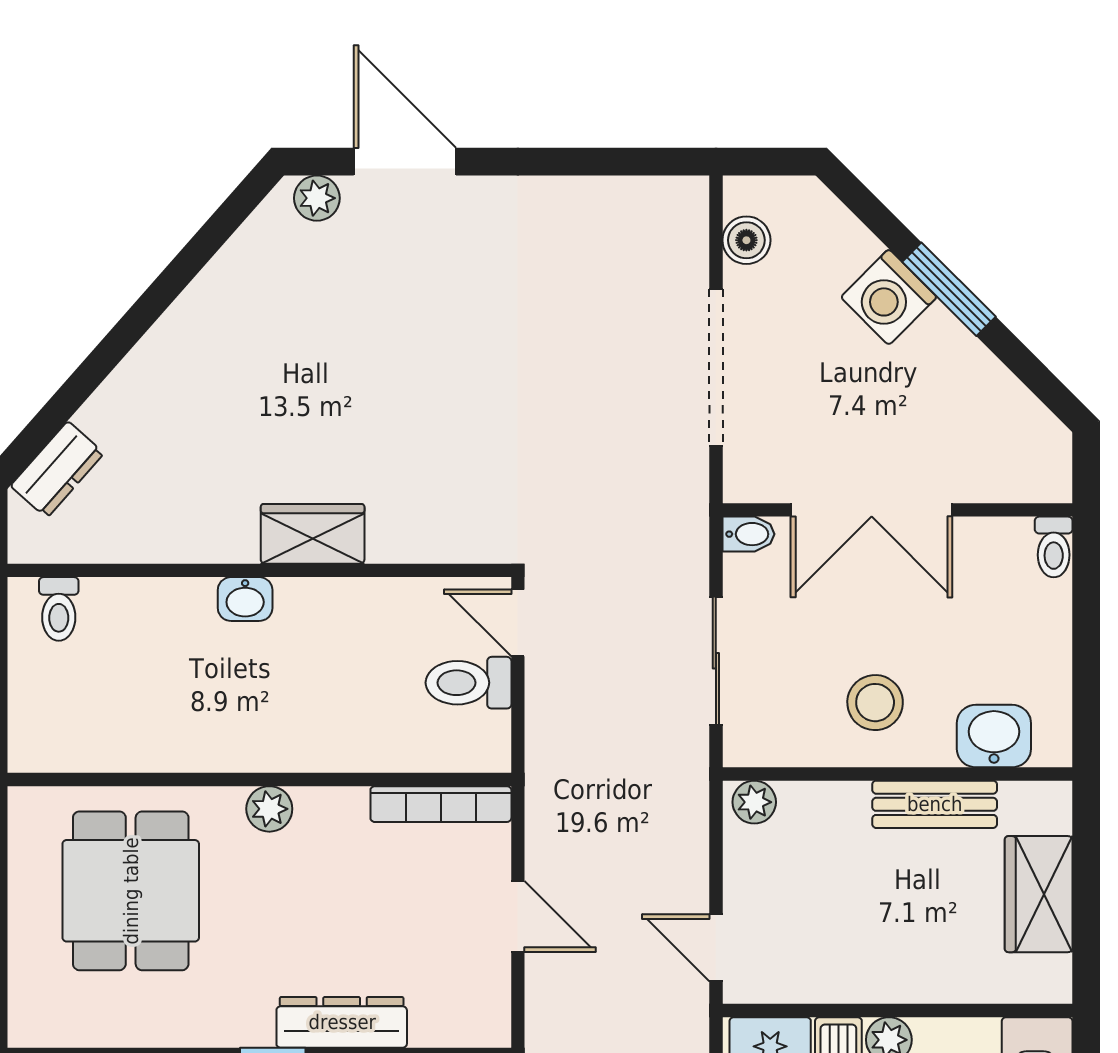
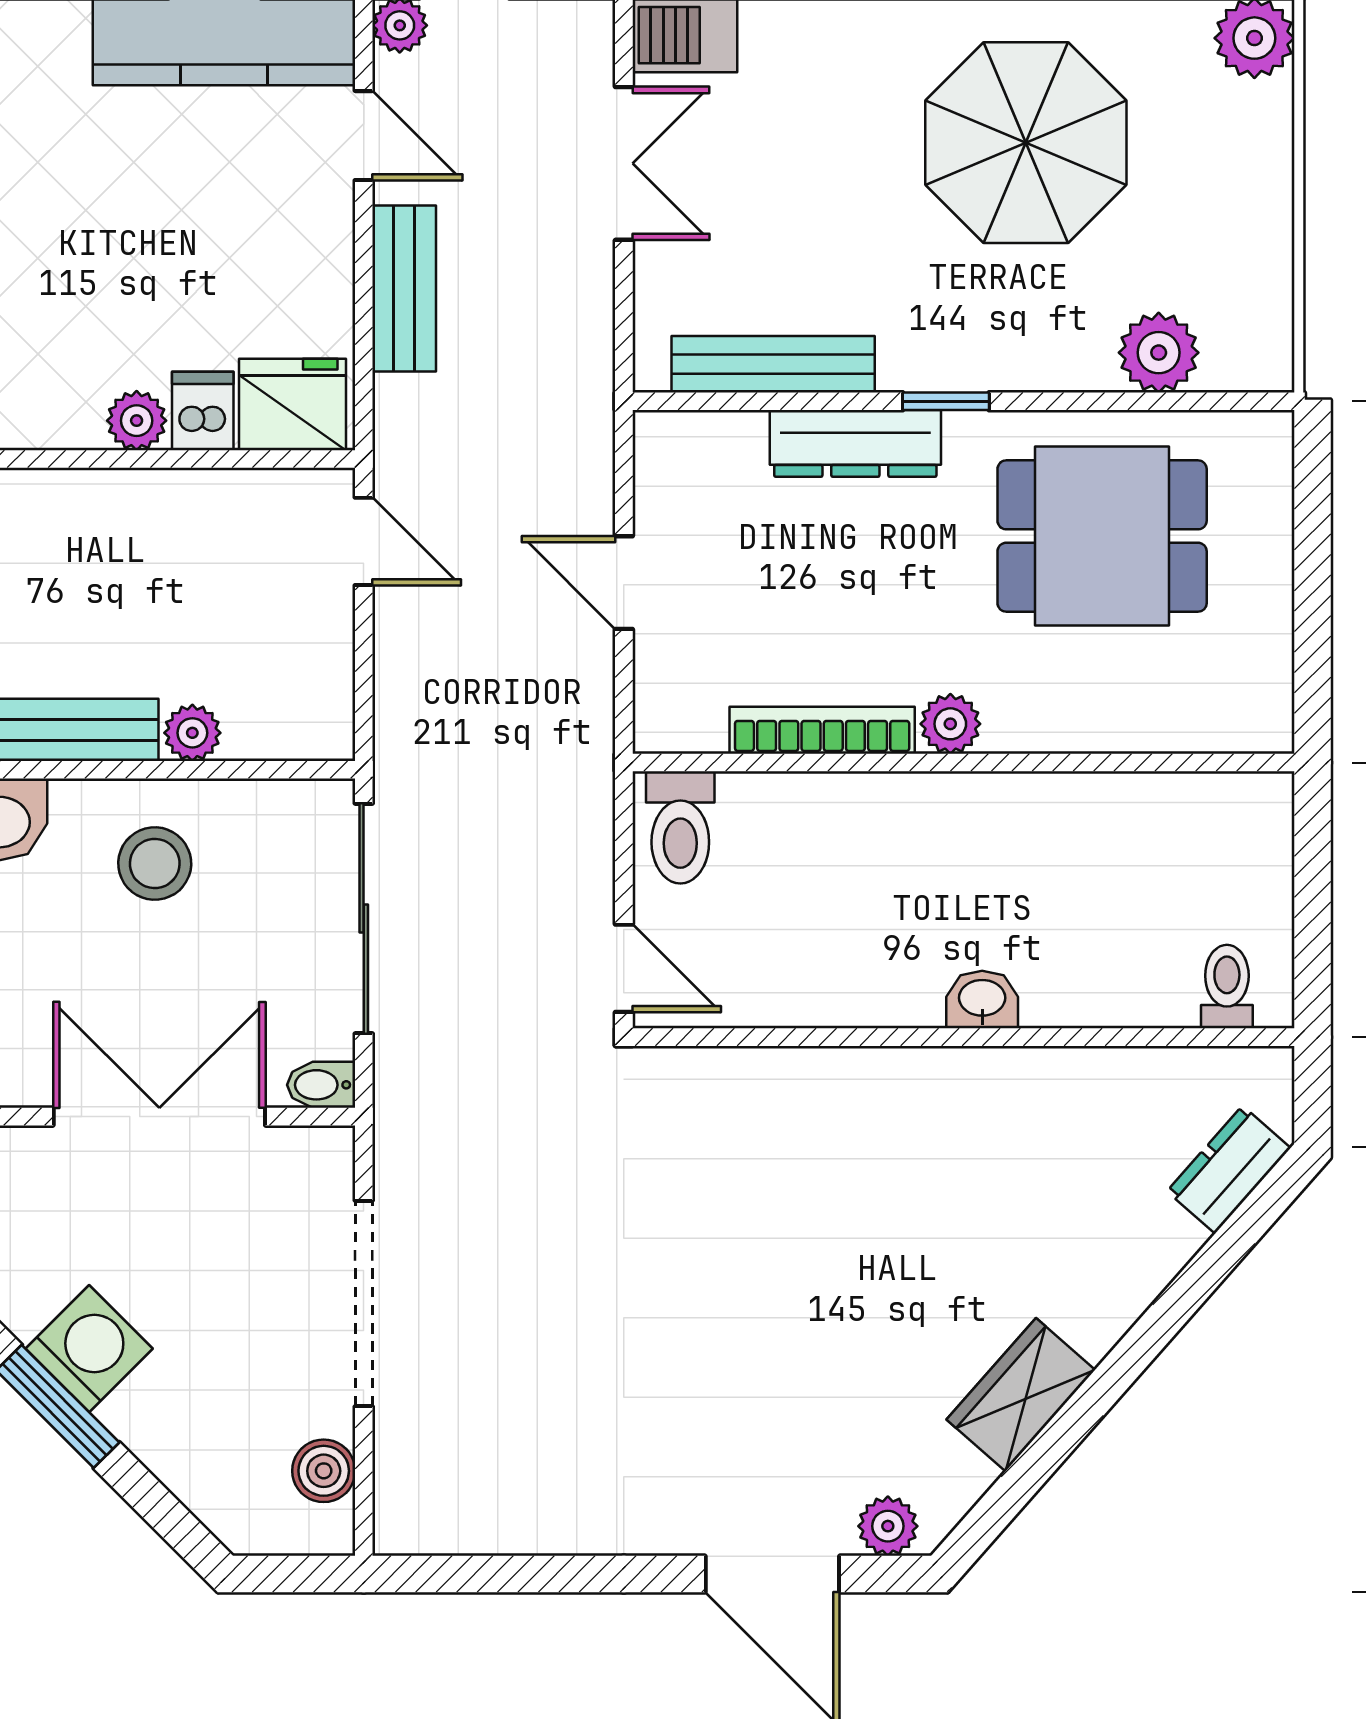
washing machine: (889, 297) -> (89, 1349), moved
wardrobe: (313, 534) -> (1021, 1395), moved, turned 131
sliding door: (716, 661) -> (364, 919), width x1.37
toilet: (468, 683) -> (680, 827), moved, turned 90
plant: (754, 802) -> (192, 733), moved
bookcase: (441, 804) -> (822, 730), moved
dining table: (131, 891) -> (1102, 536), moved, turned 90

